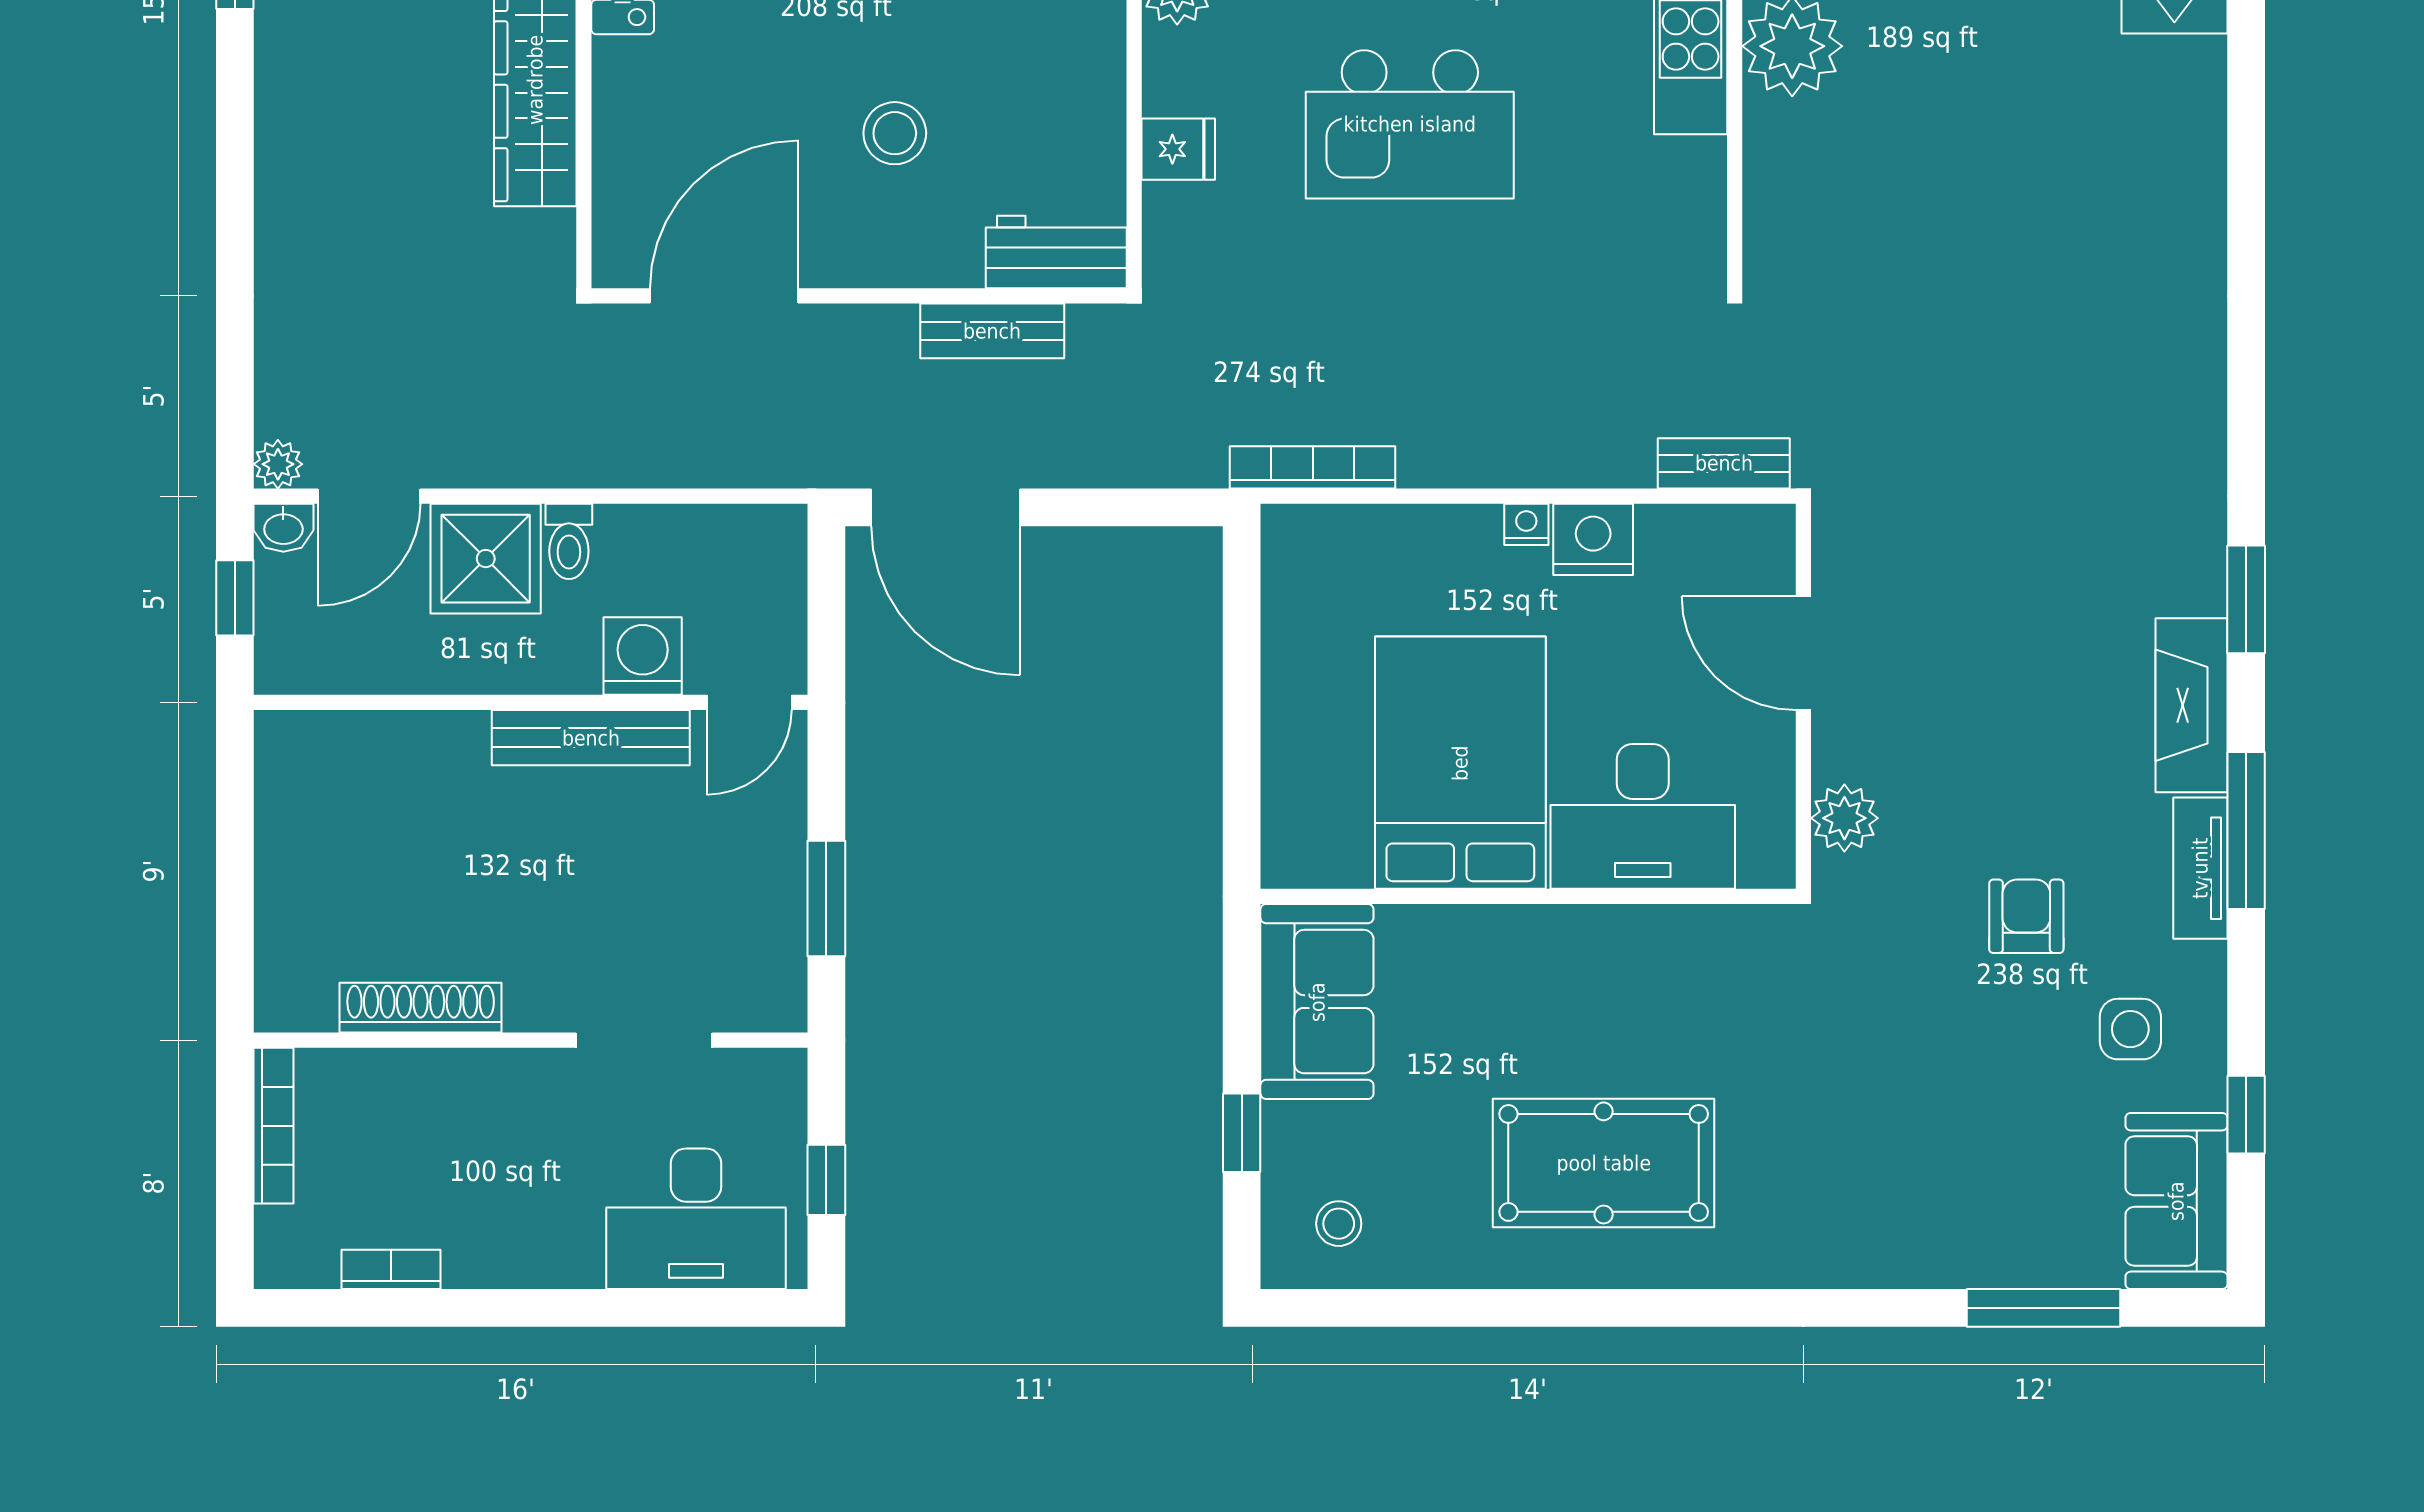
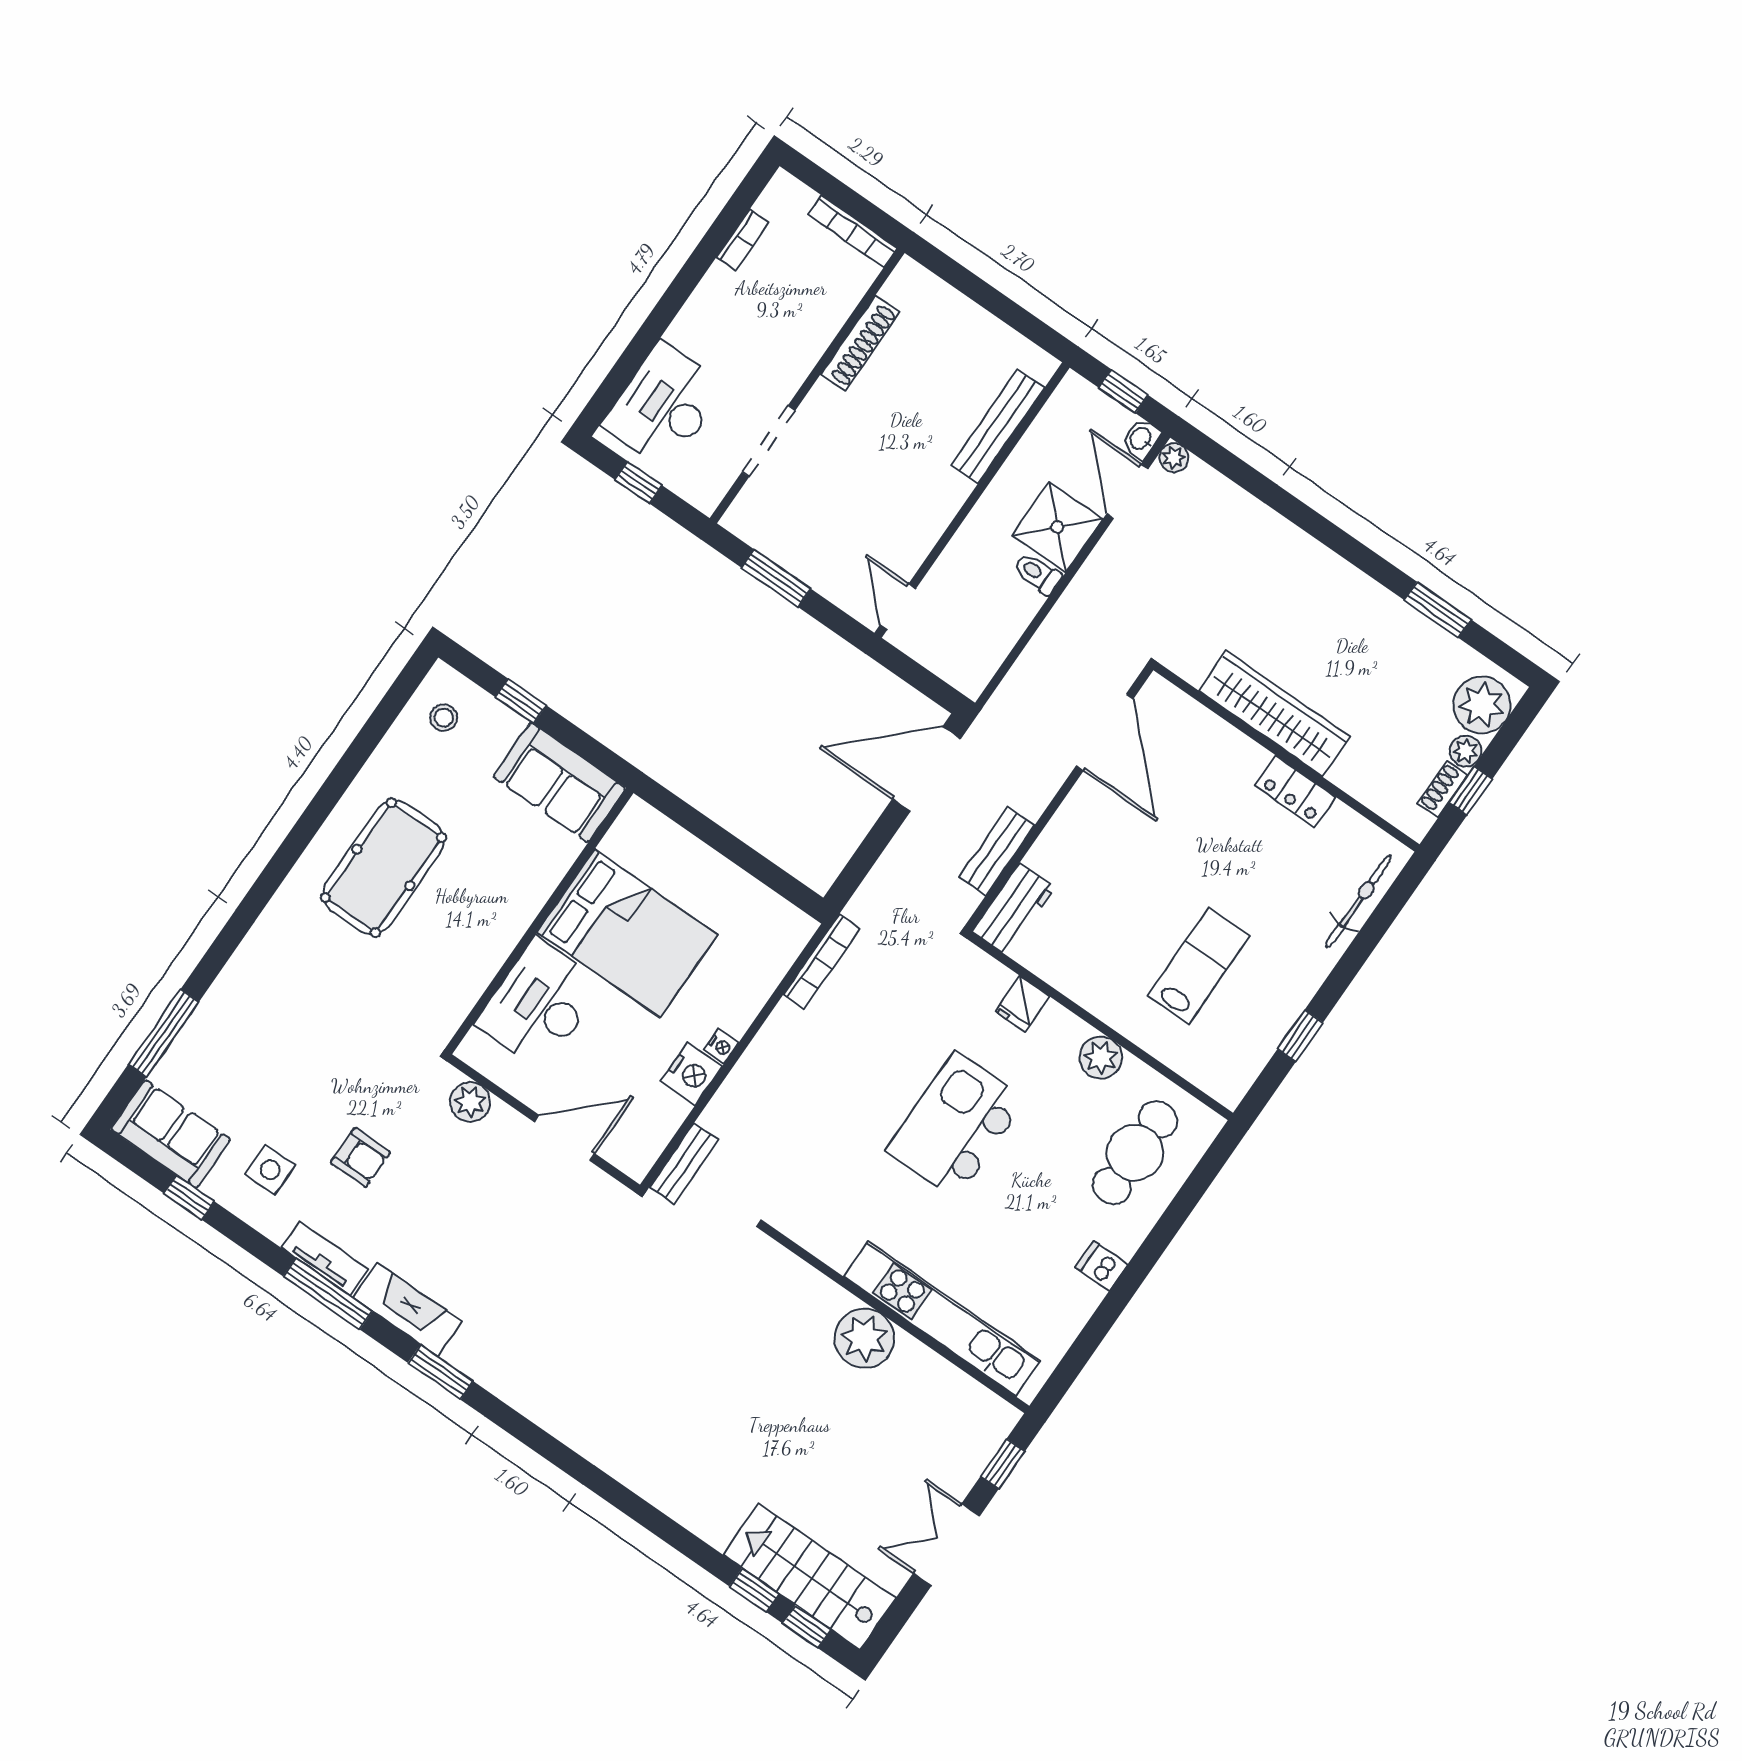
stool: (895, 133) -> (1126, 871), removed
washing machine: (643, 656) -> (957, 571), removed
bench: (591, 738) -> (998, 426), moved

